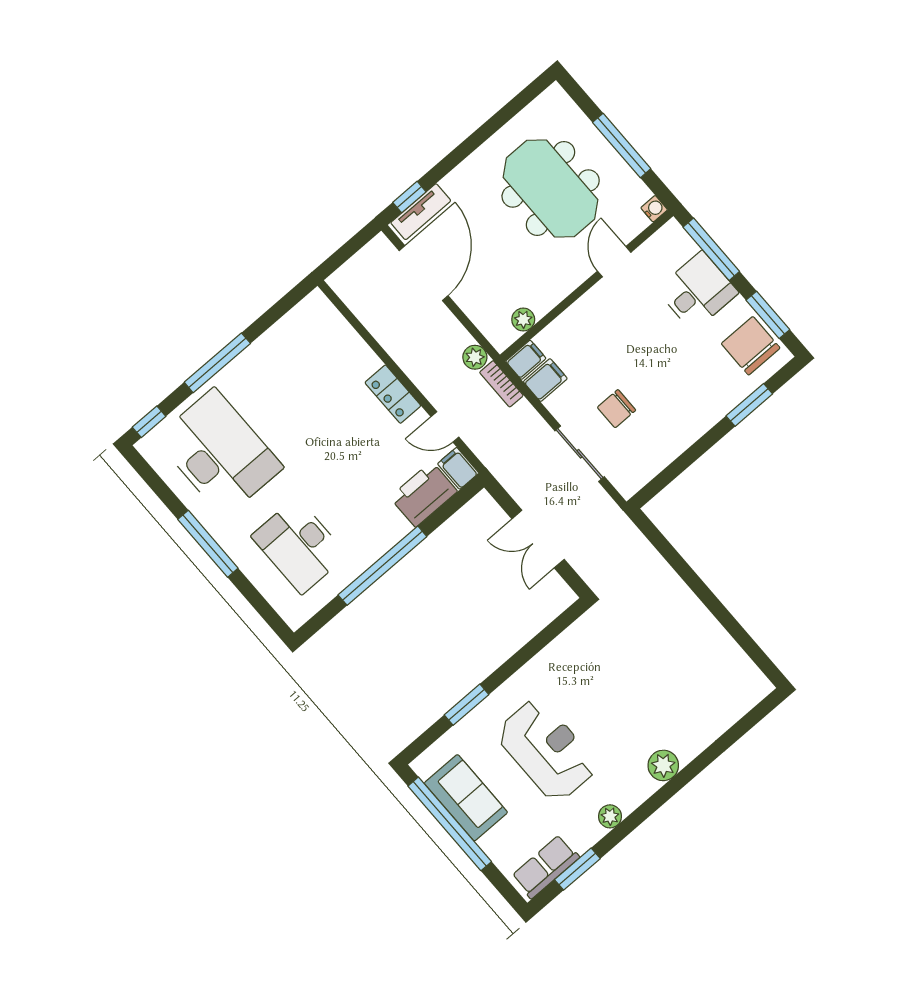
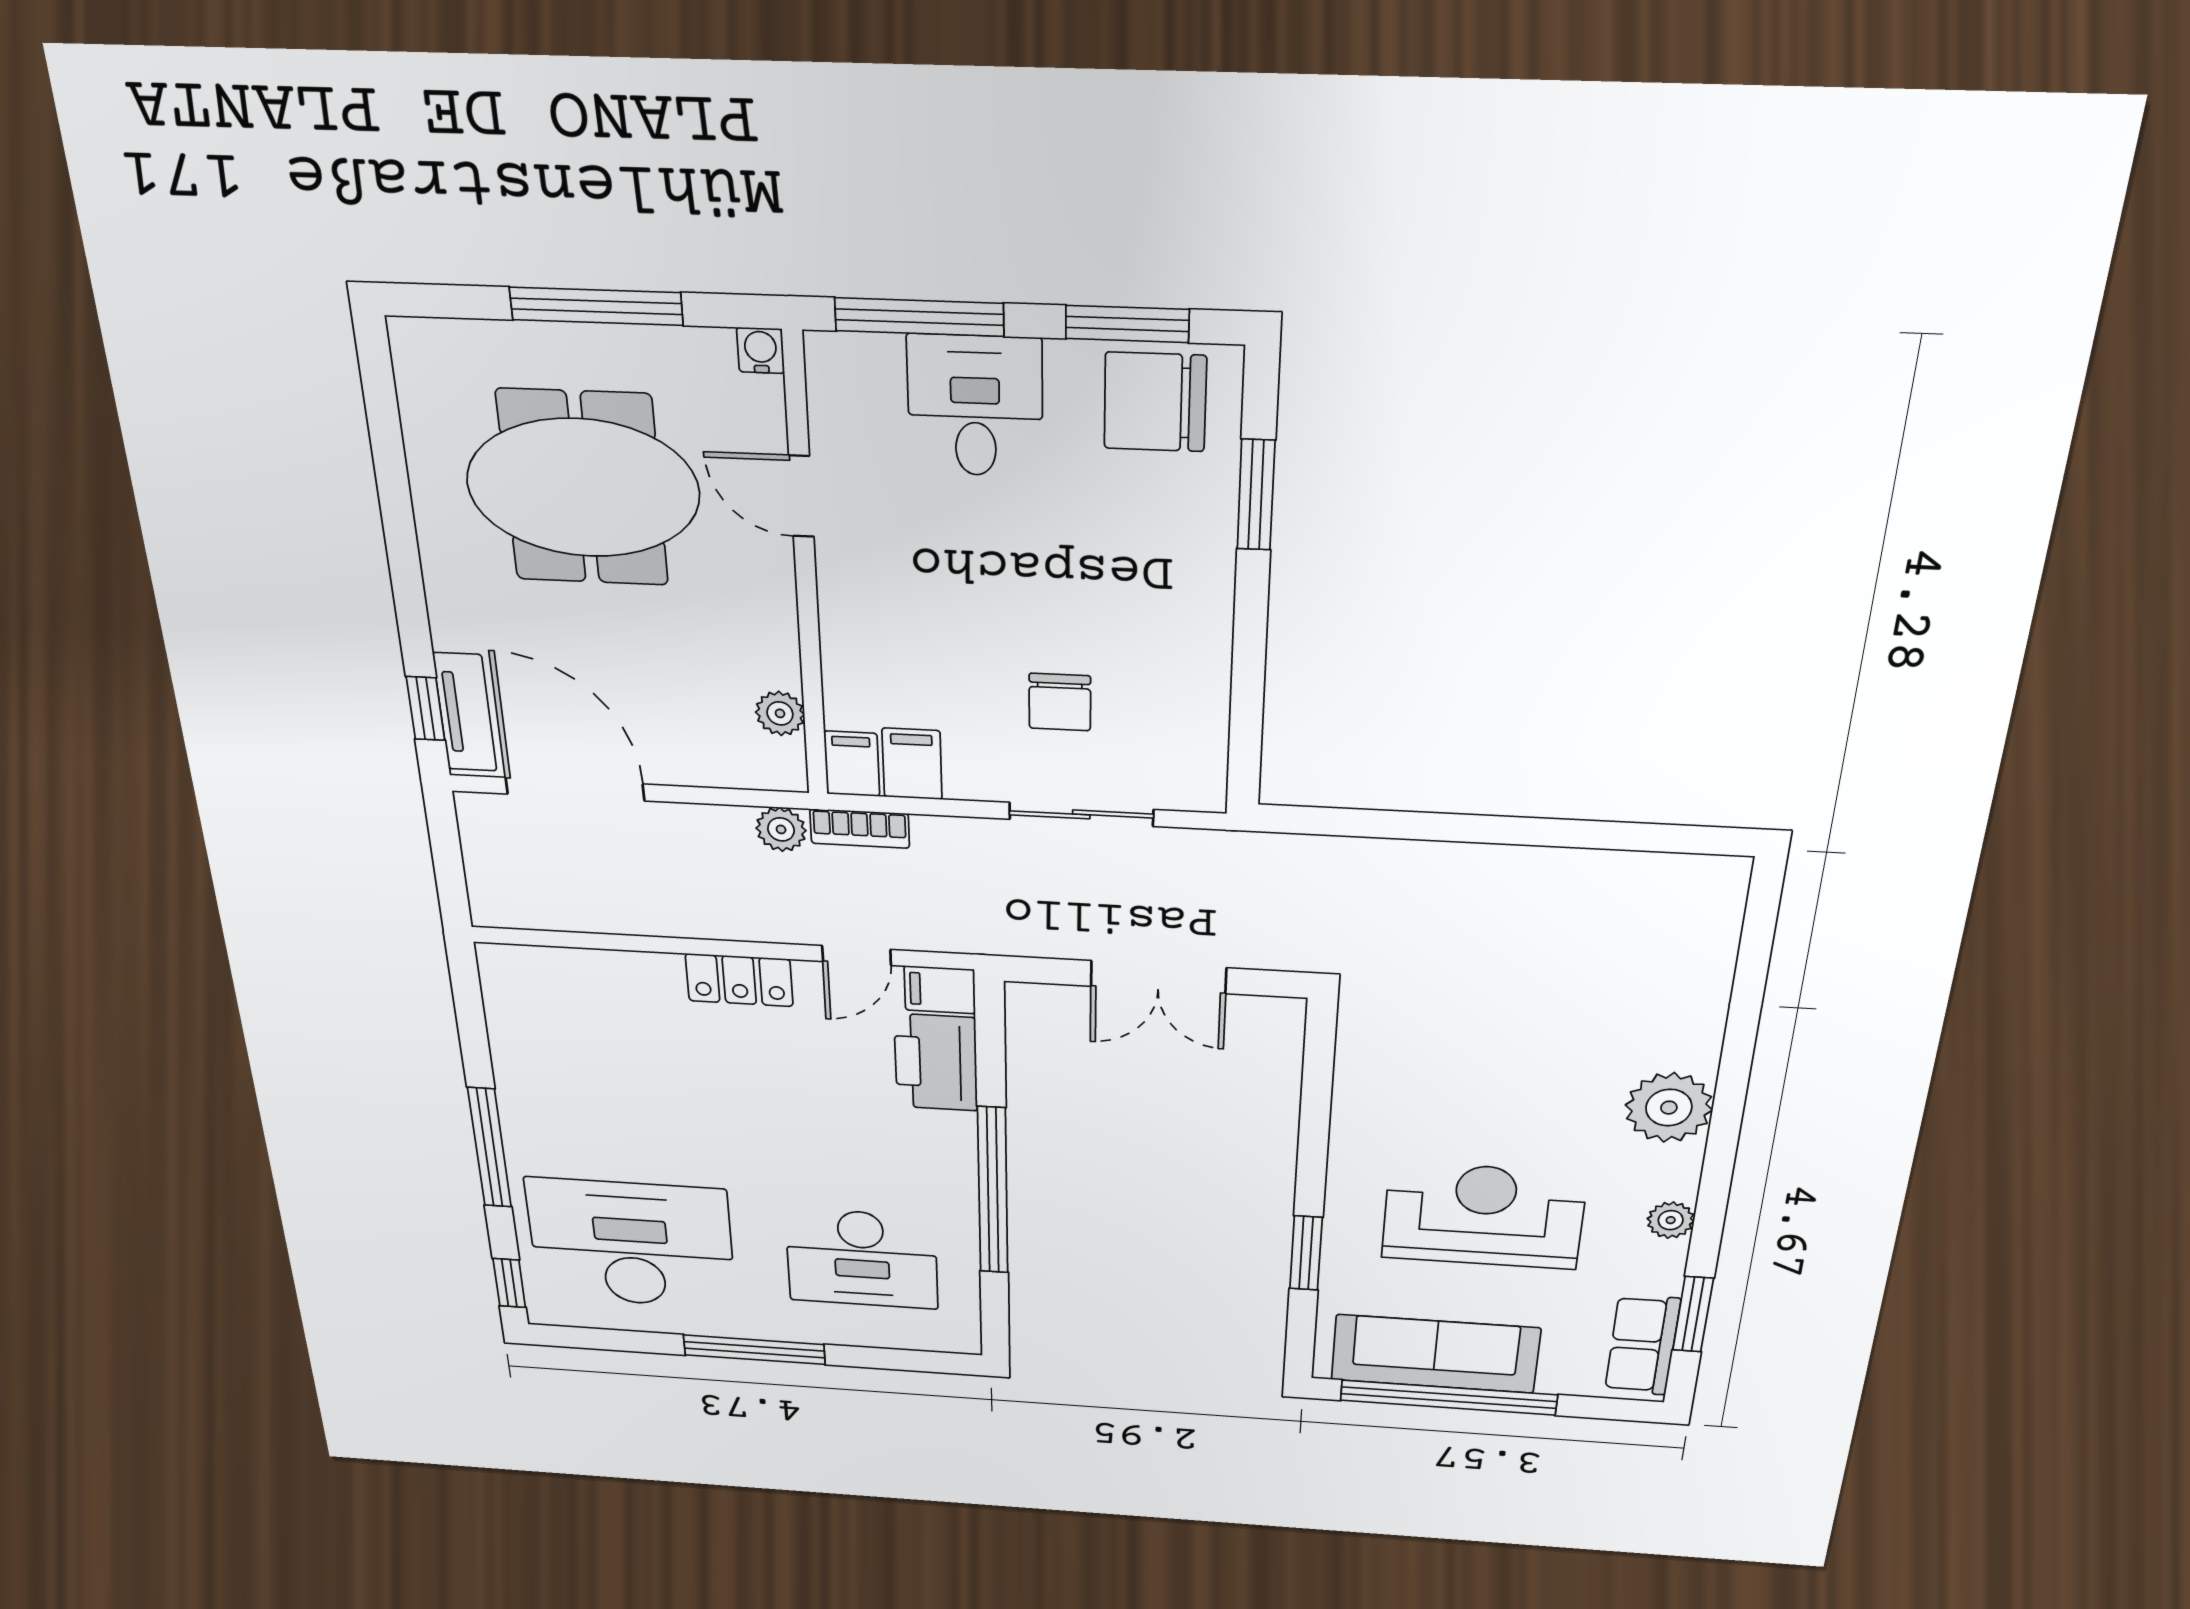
plant: (663, 765) -> (1669, 1108), width x1.36, depth x1.36
sofa: (466, 798) -> (1435, 1354), width x1.36

